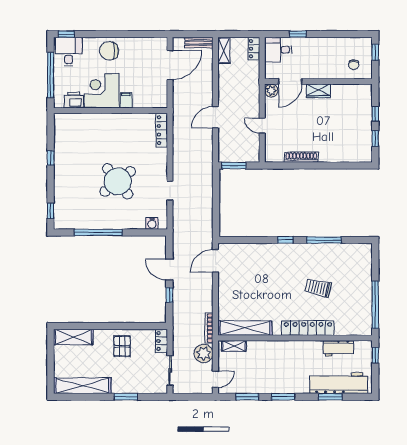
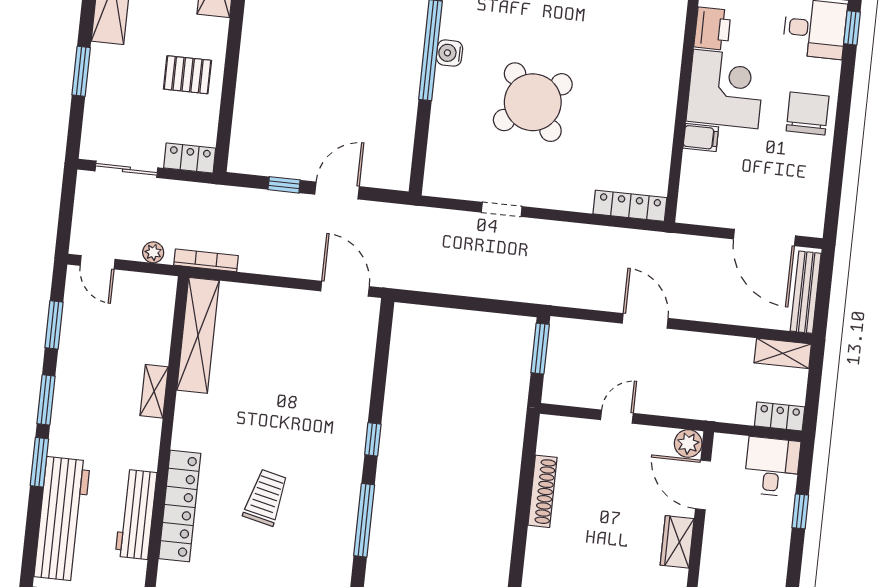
bench: (199, 43) -> (806, 292), width x1.36
water cooler: (152, 223) -> (449, 53), moved
locker: (308, 328) -> (180, 506), moved
shelving: (234, 346) -> (154, 391), moved
workbench: (339, 348) -> (136, 514), width x1.38
plant: (204, 353) -> (153, 252), width x0.53, depth x0.53
window: (330, 397) -> (39, 462), moved

